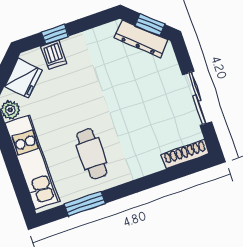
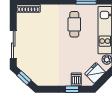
dresser: (141, 39) -> (31, 72), removed
sliding door: (197, 98) -> (13, 45), moved

